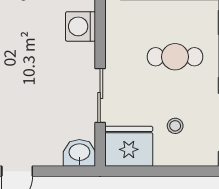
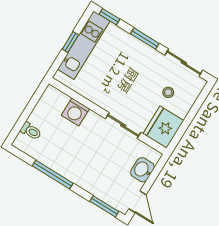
cafe table: (175, 57) -> (128, 67), removed
washbasin: (79, 153) -> (142, 170), moved

